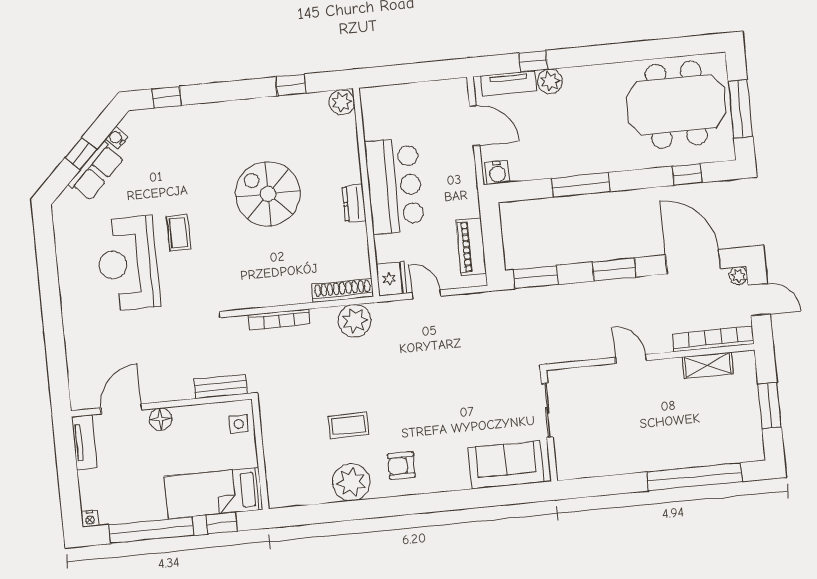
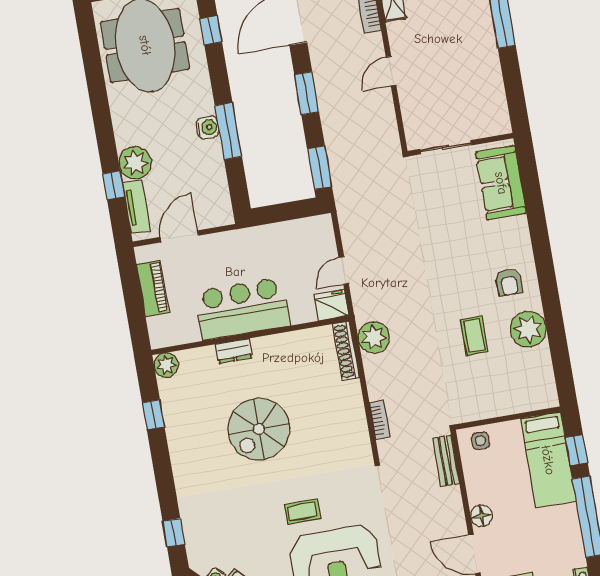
plant: (550, 81) -> (135, 163), width x1.36, depth x1.36
water cooler: (497, 172) -> (208, 127), moved
dresser: (354, 203) -> (234, 351), moved
piano: (471, 247) -> (153, 288), moved, turned -90
bookcase: (279, 319) -> (380, 420), width x0.64

